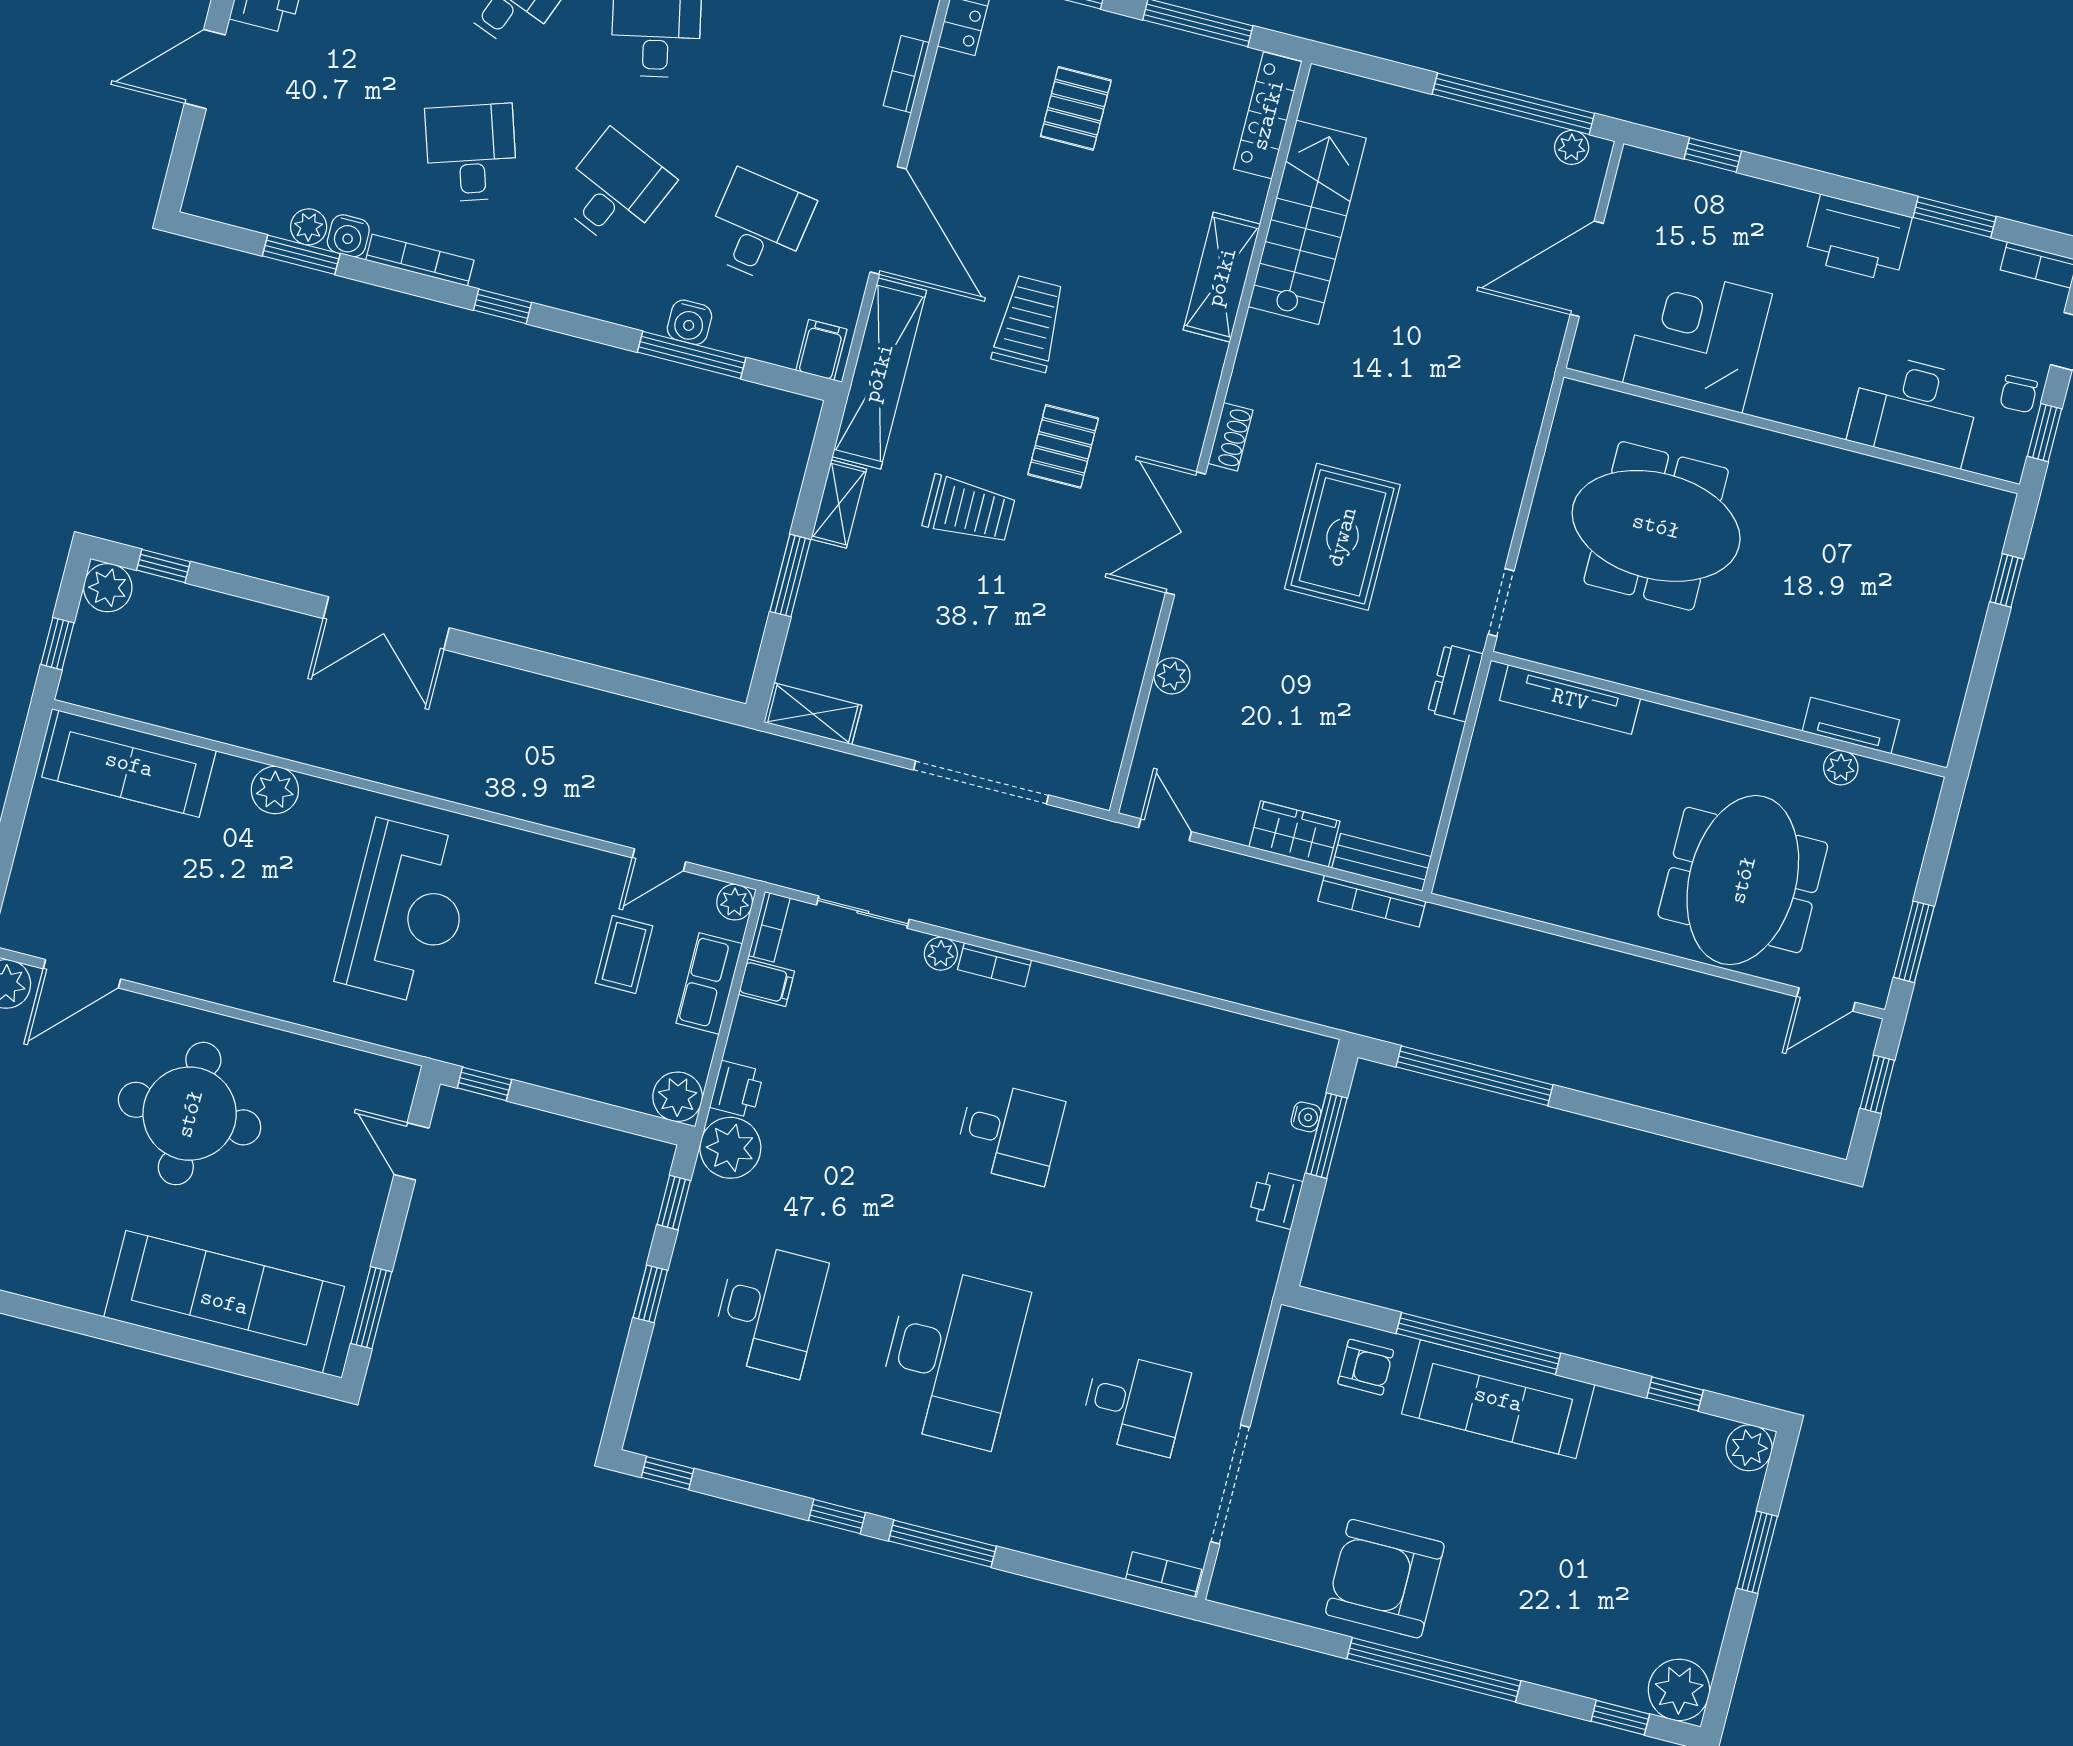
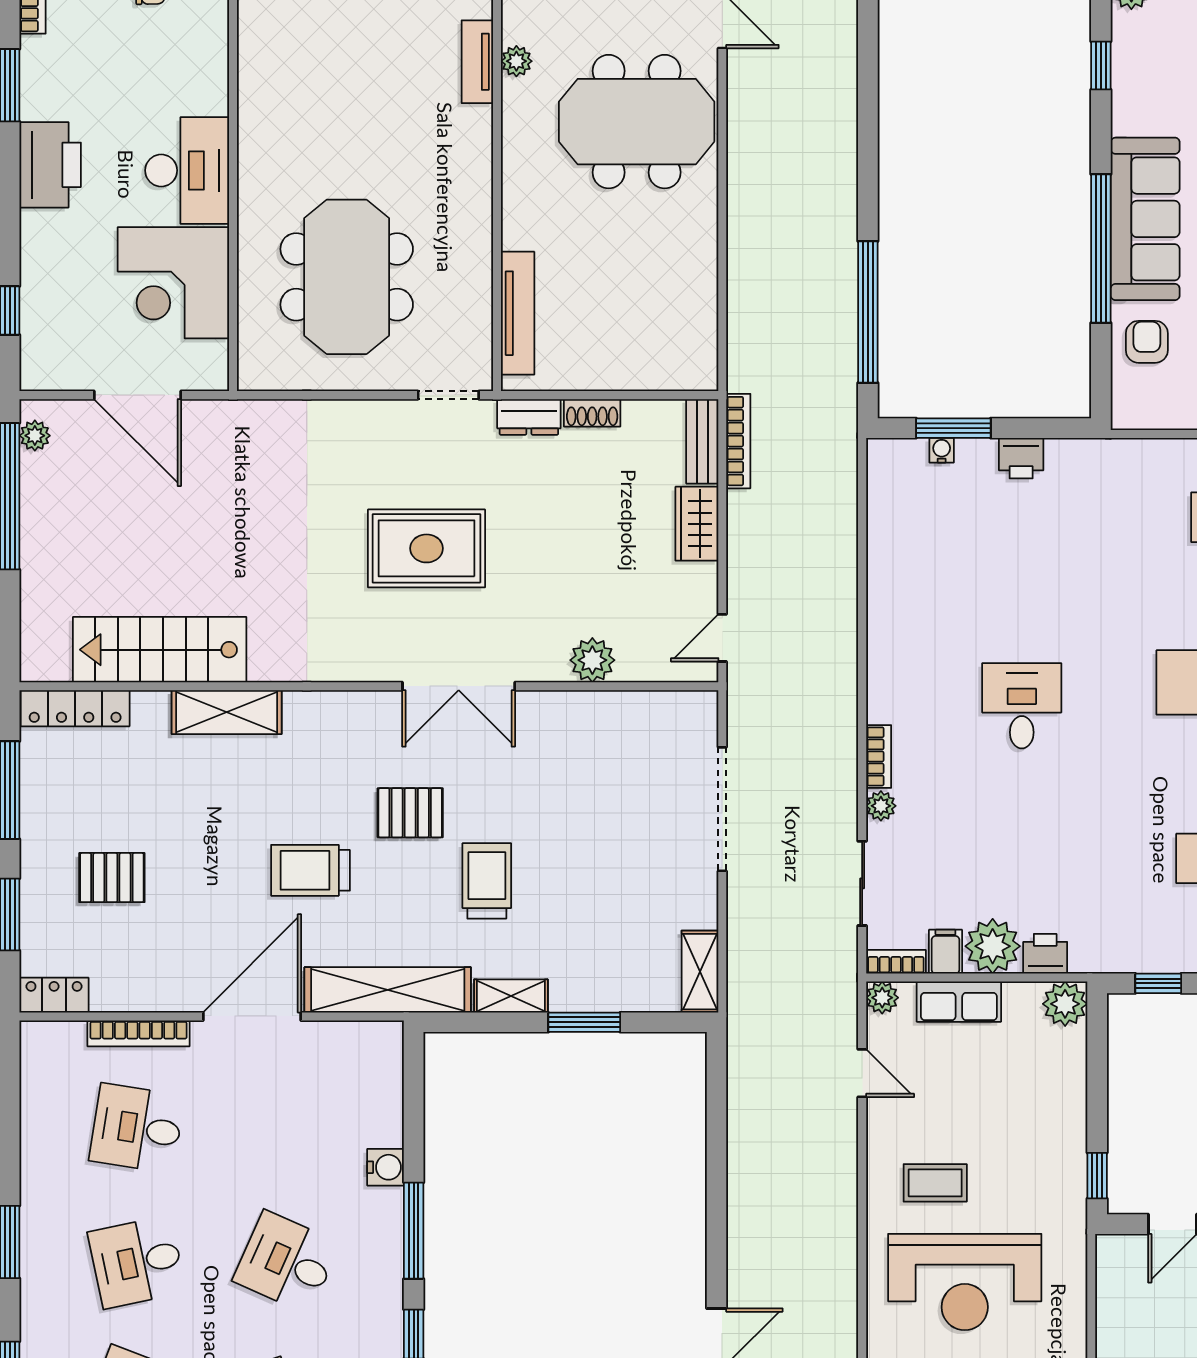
bookcase: (906, 74) -> (139, 1033), width x1.56
desk: (759, 227) -> (137, 1128), moved
filing cabinet: (821, 350) -> (380, 1046), removed
window: (692, 355) -> (414, 1231), moved
desk: (1915, 410) -> (187, 170), moved
shoe rack: (1230, 437) -> (592, 413), moved, turned 180
plant: (1172, 676) -> (592, 660), width x1.38, depth x1.38
reception desk: (407, 912) -> (965, 1282), turned 180
coffee table: (624, 955) -> (935, 1183), moved
plant: (730, 1148) -> (993, 946), moved

